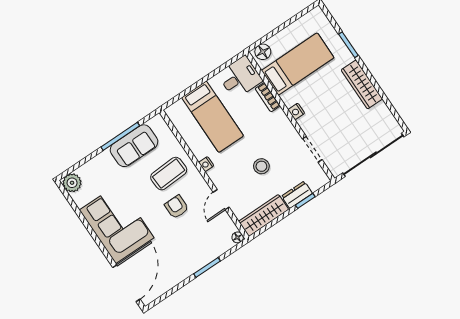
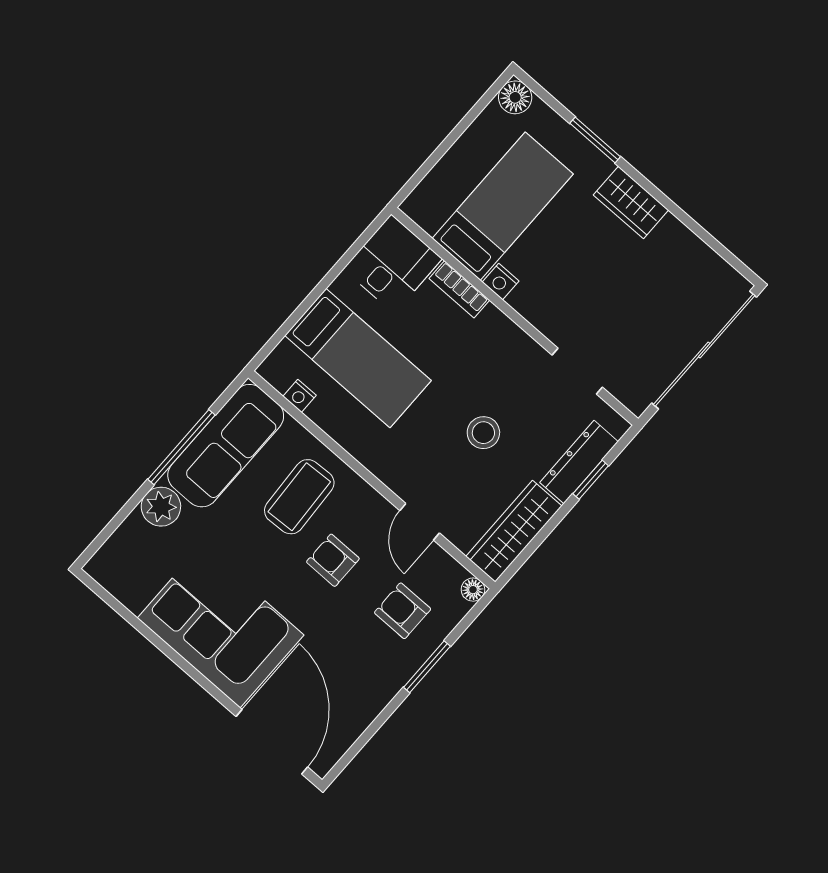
floor lamp: (263, 52) -> (515, 97), moved
wardrobe: (362, 84) -> (631, 202), width x0.67
nightstand: (296, 111) -> (501, 282), moved
sofa: (134, 146) -> (226, 446), width x1.36
nightstand: (206, 164) -> (300, 396), moved
plant: (72, 183) -> (161, 507), moved
dresser: (297, 195) -> (579, 462), width x1.44
armchair: (203, 239) -> (403, 611), added

